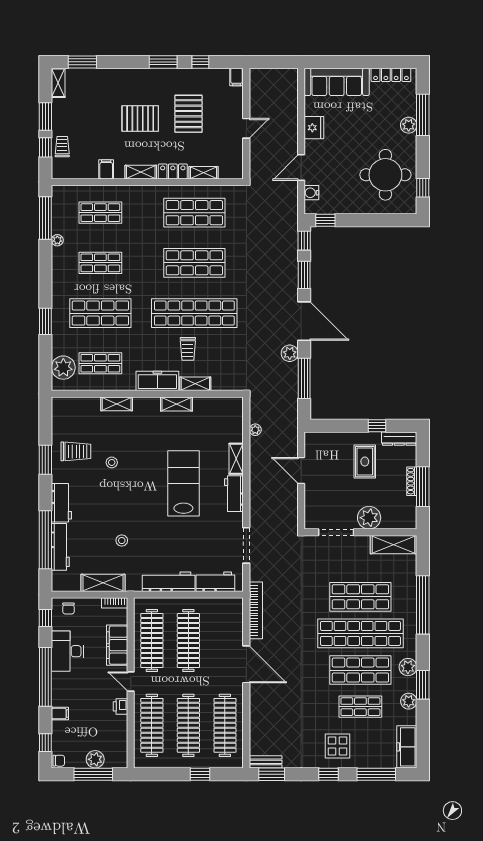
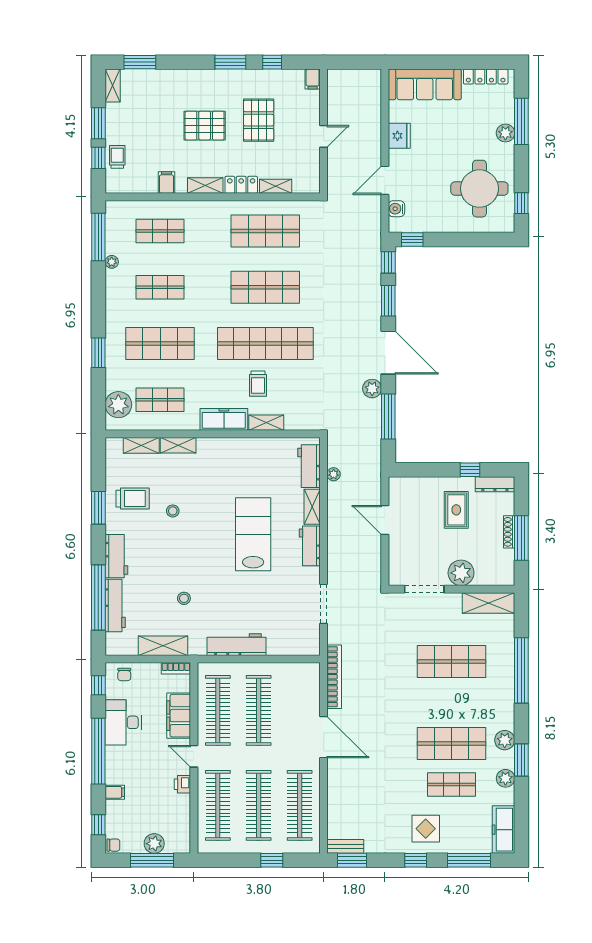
shelving: (176, 404) -> (141, 445), moved
workbench: (215, 582) -> (309, 466), moved, turned -90
shop shelf: (360, 633) -> (451, 702), removed

